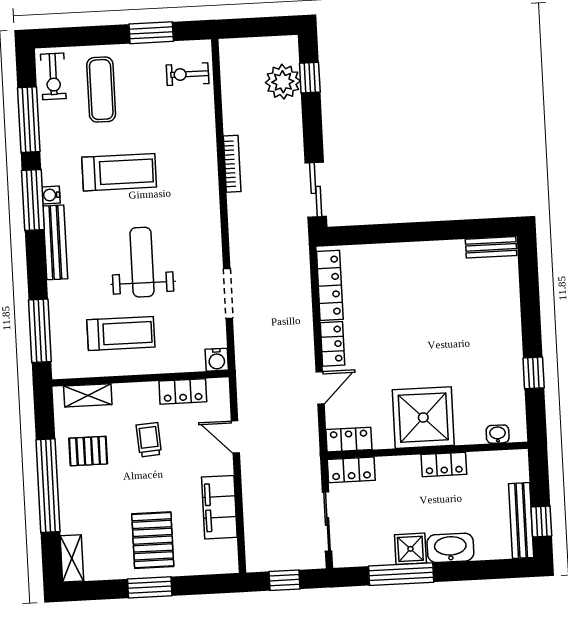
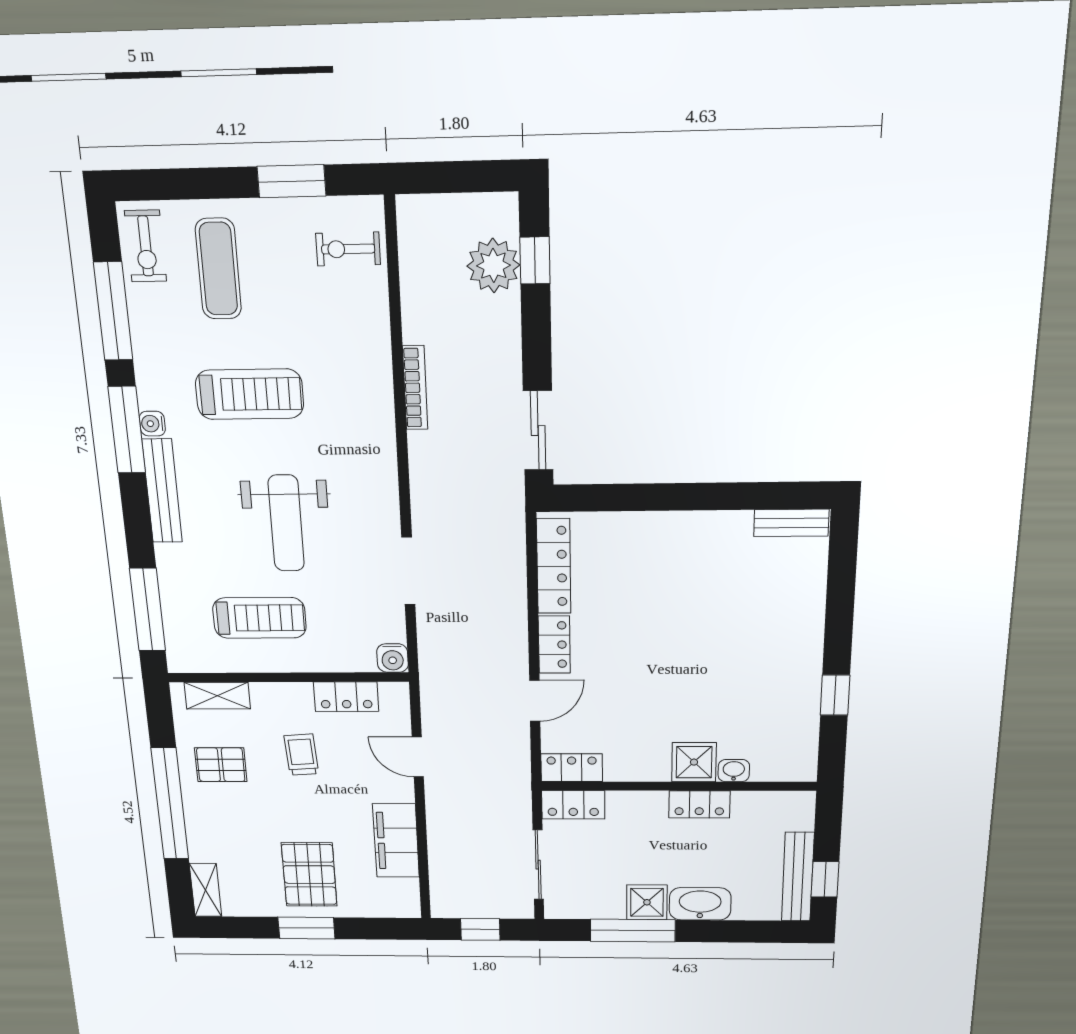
weight bench: (142, 262) -> (286, 523), turned 180
shower: (423, 418) -> (694, 762), width x0.54, depth x0.54
washbasin: (498, 434) -> (734, 771), moved

